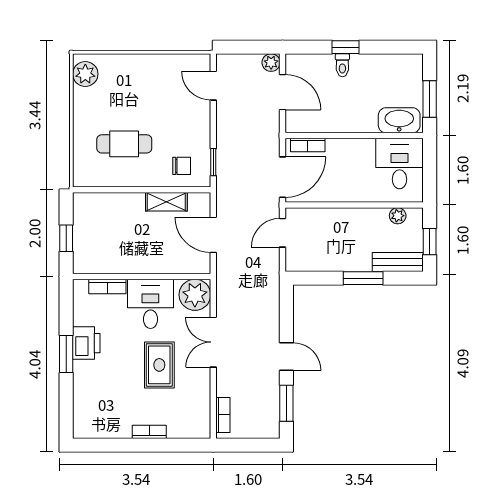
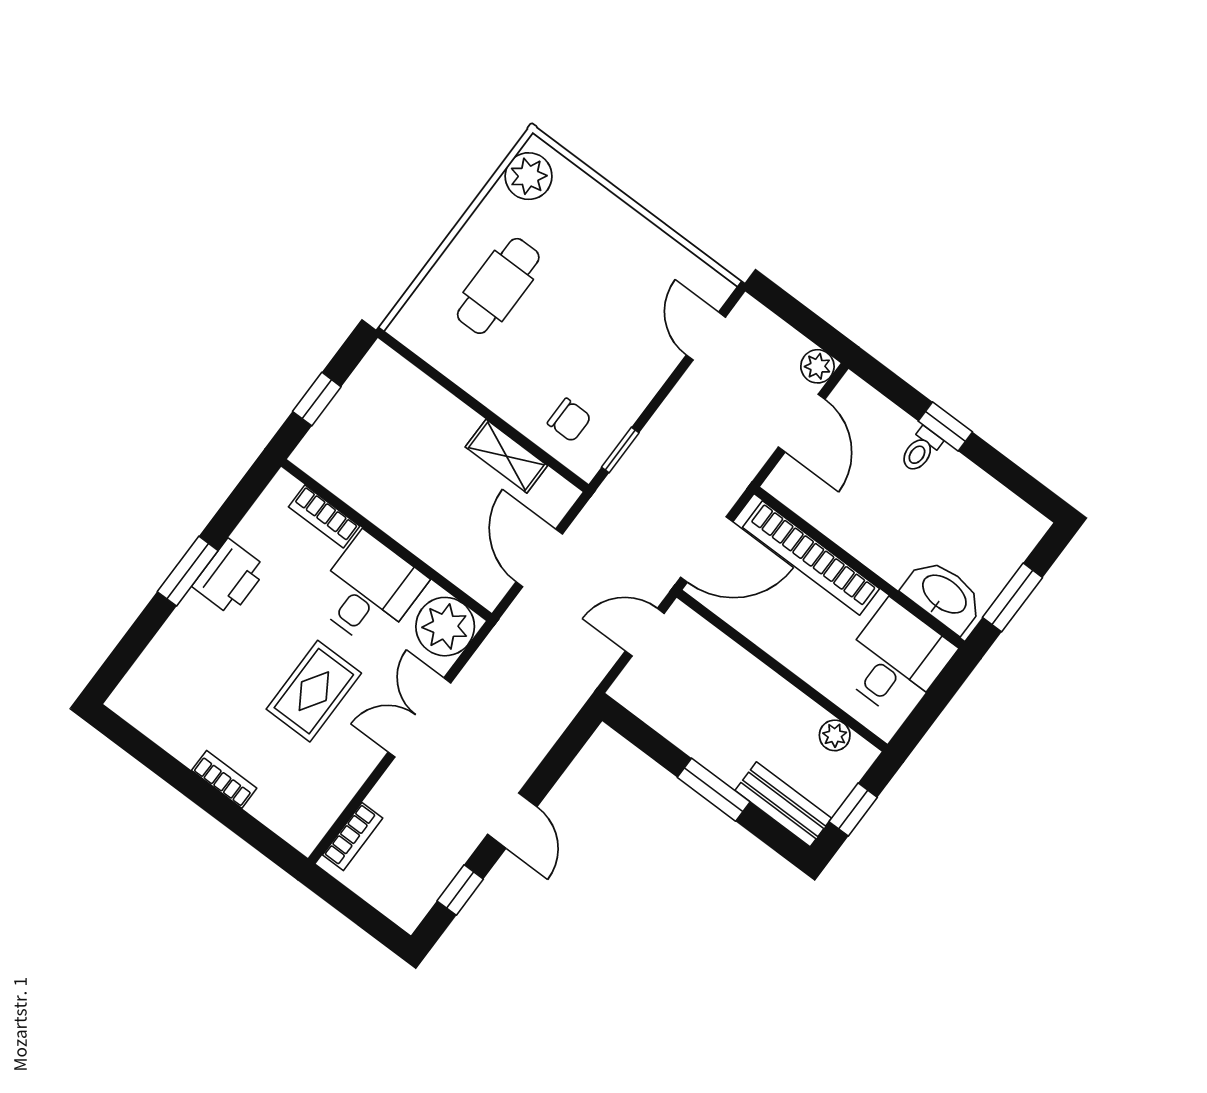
cafe table: (124, 144) -> (498, 286), moved, turned 90
bookcase: (308, 145) -> (811, 558), width x2.31, depth x1.31
window: (286, 403) -> (460, 890), width x0.67

